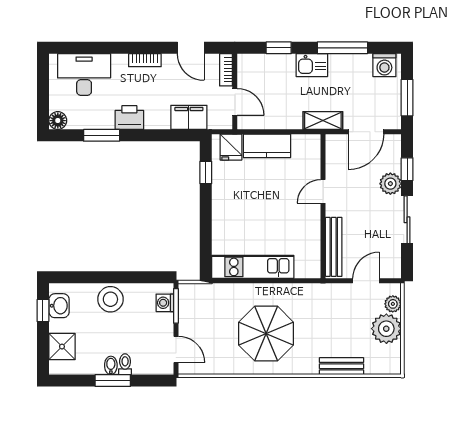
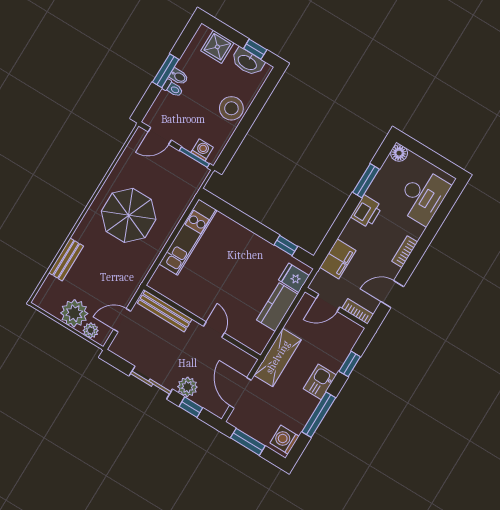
shelving: (323, 121) -> (278, 357), width x1.50, depth x1.33
door: (366, 281) -> (122, 320), swing flipped
washbasin: (59, 306) -> (248, 62), width x1.38

